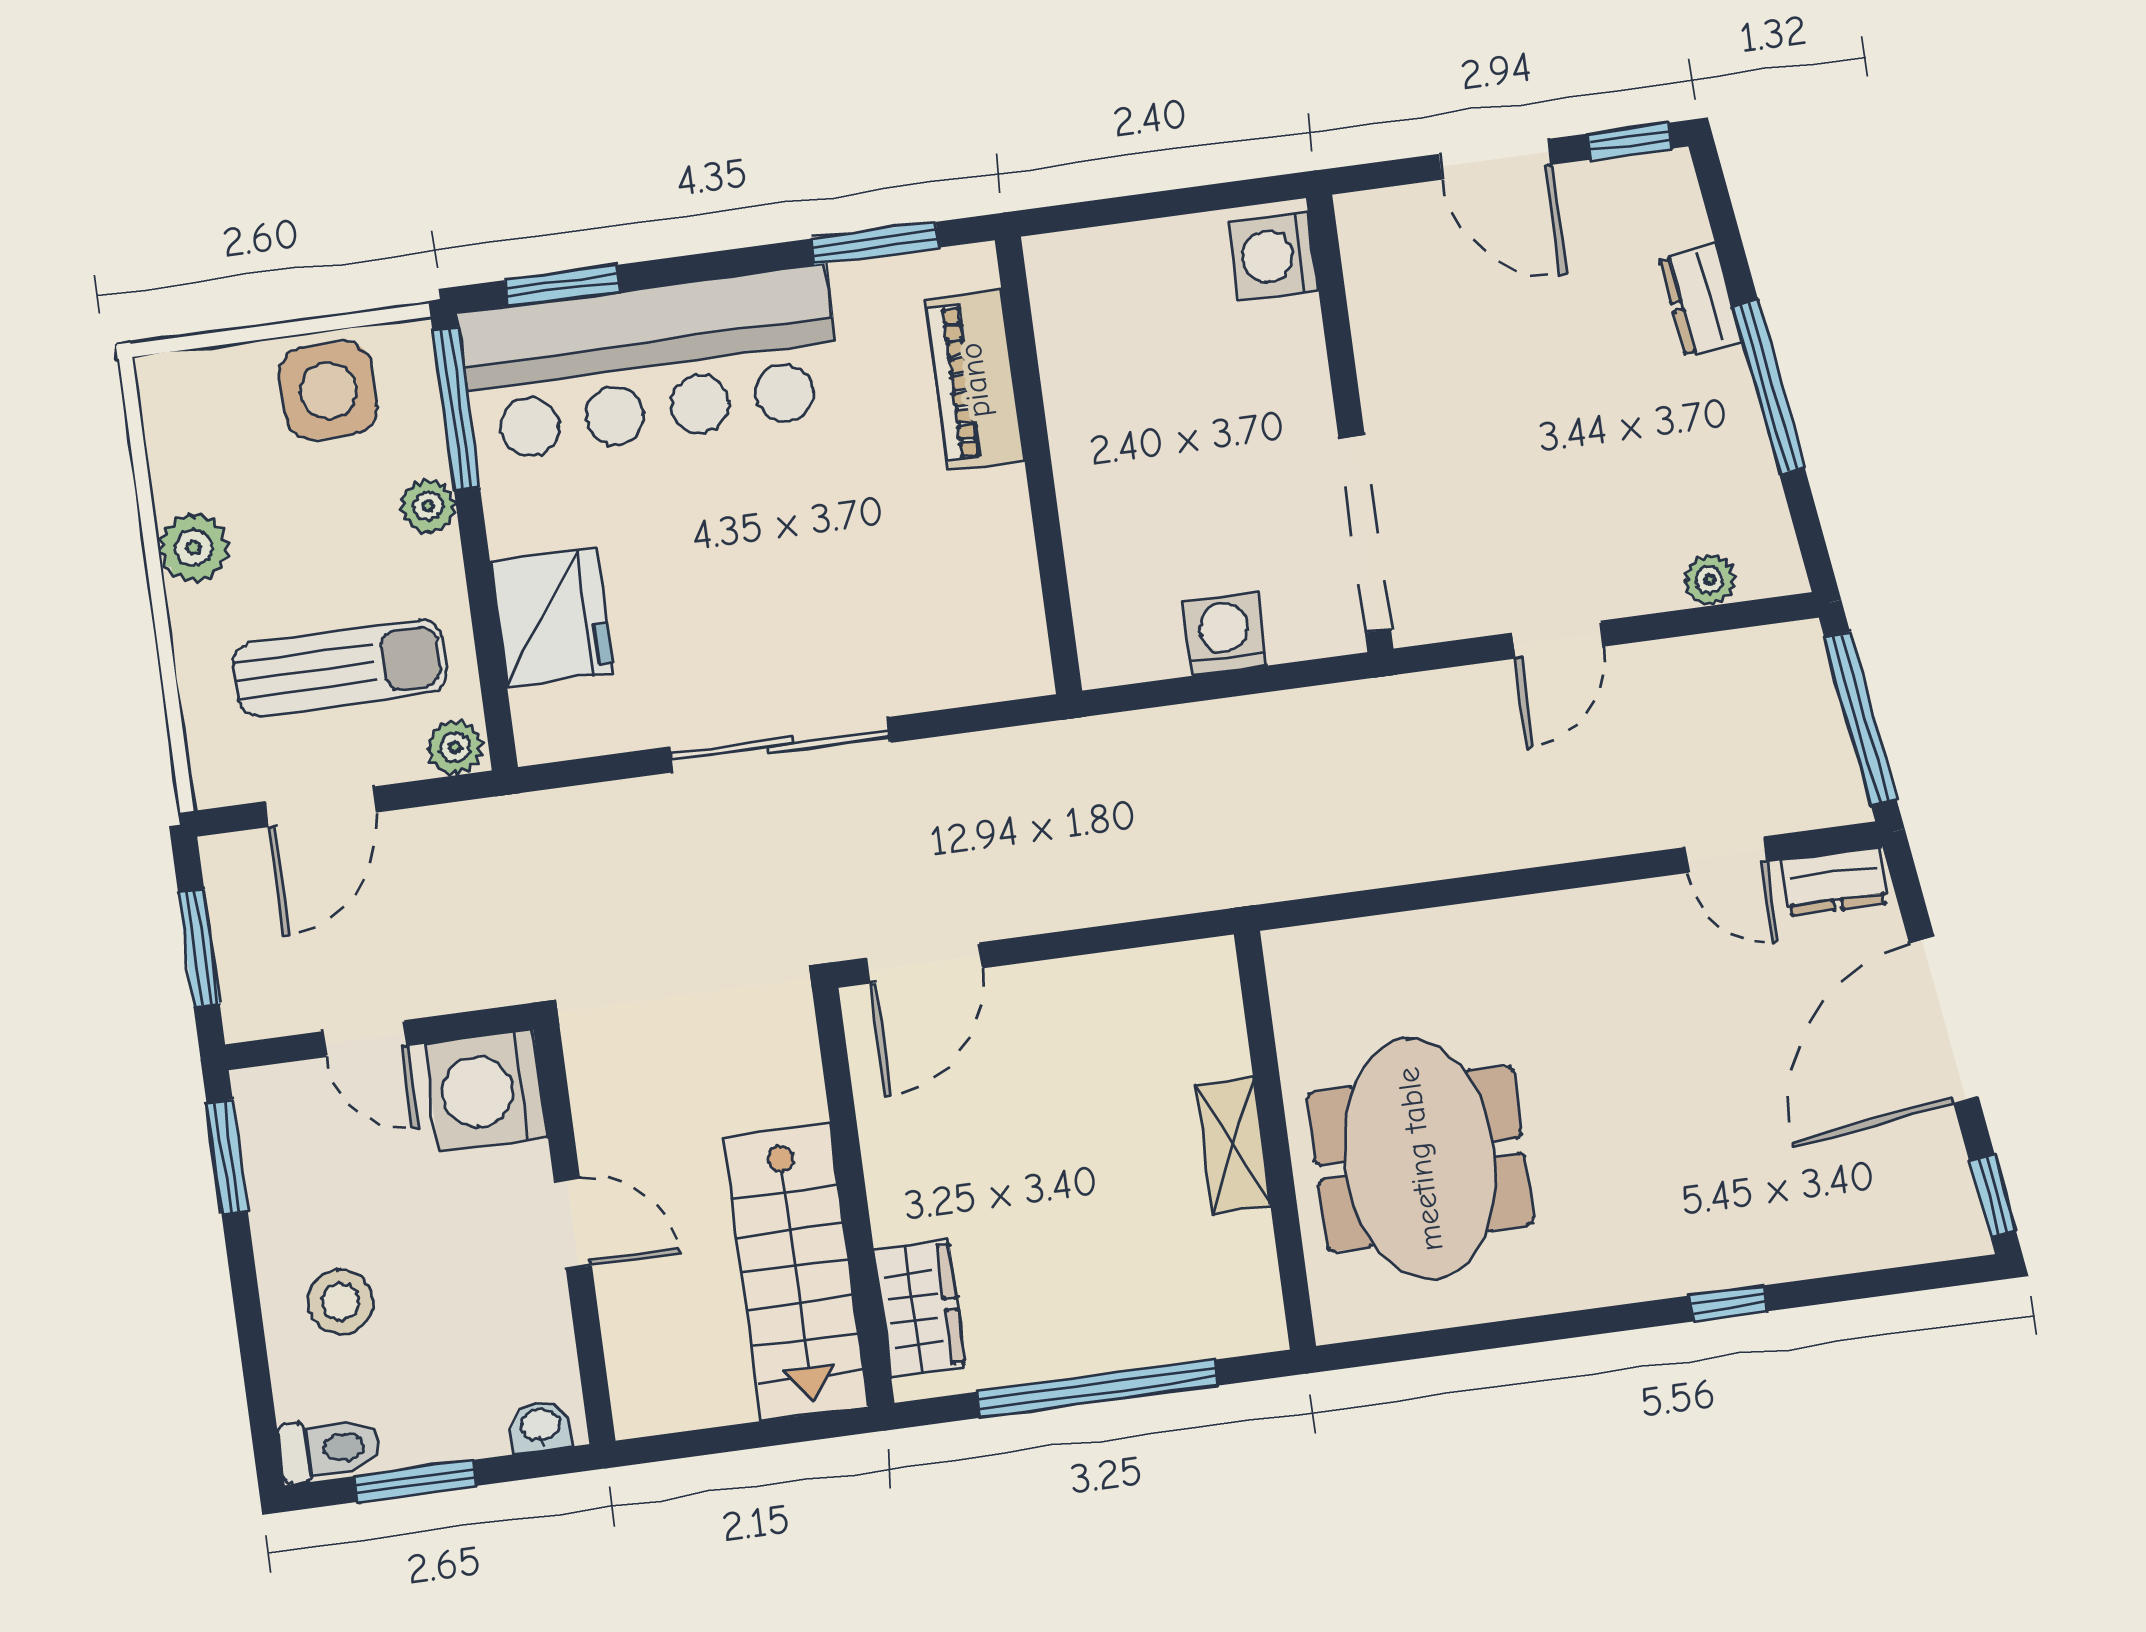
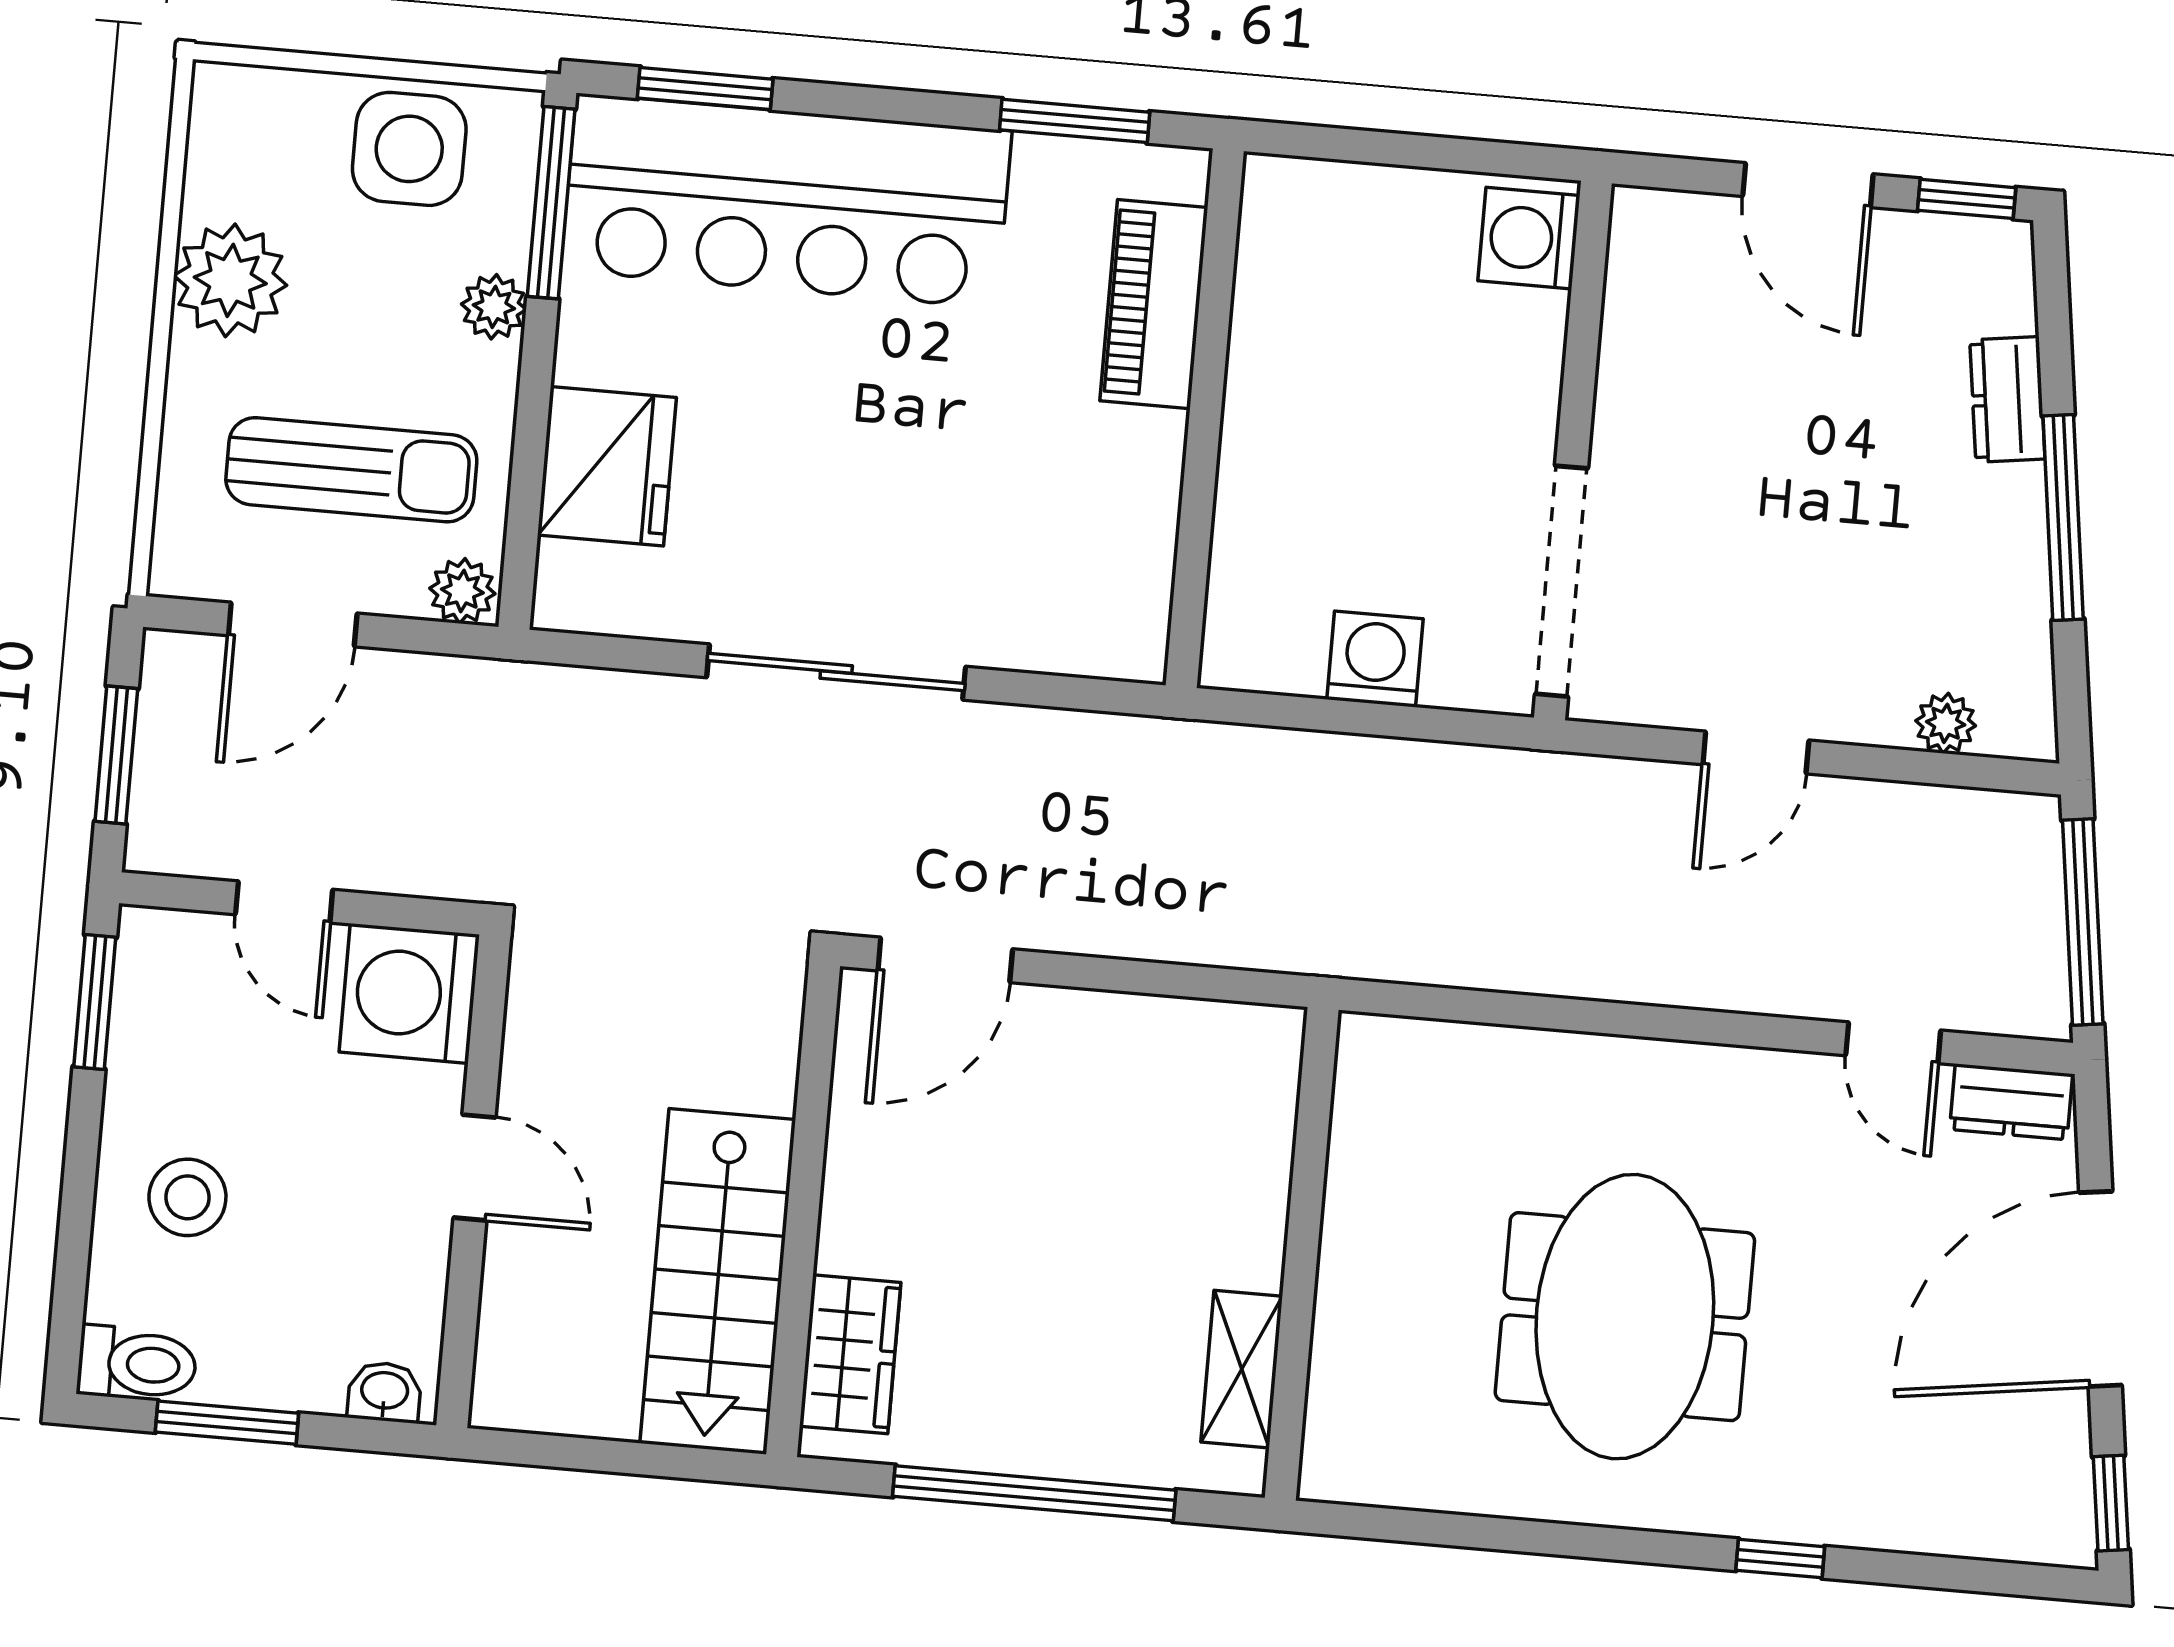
plant: (194, 548) -> (230, 280), width x1.36, depth x1.36
shelving: (1233, 1145) -> (1242, 1369), moved
meeting table: (1420, 1159) -> (1625, 1317), moved

